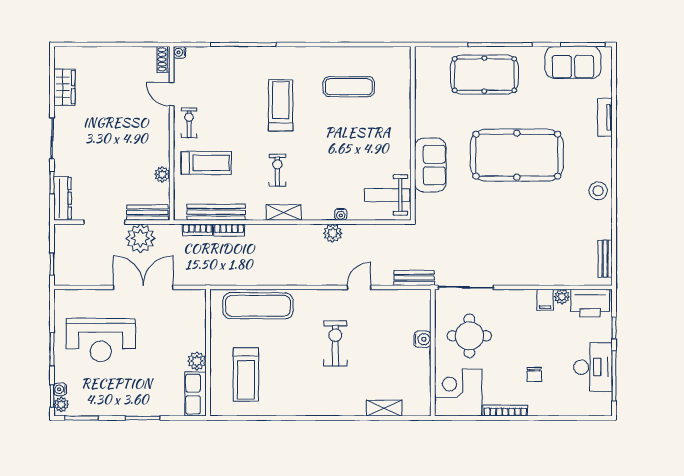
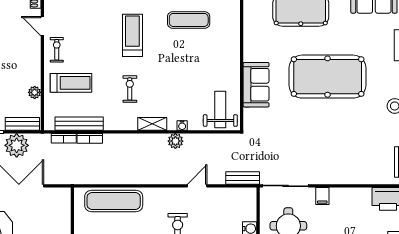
weight bench: (387, 195) -> (220, 109), turned 90
shelving: (284, 213) -> (152, 124), moved
plant: (562, 297) -> (365, 193), removed
filing cabinet: (545, 300) -> (322, 196), moved

